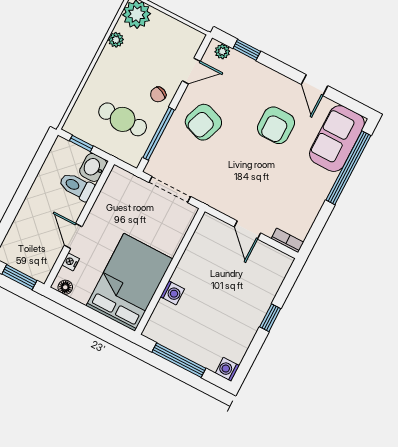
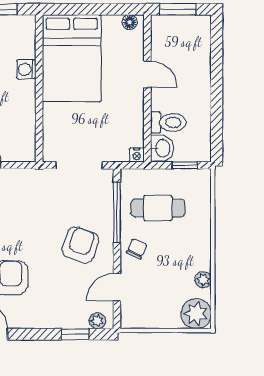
nightstand: (71, 262) -> (137, 155), moved, turned 90

